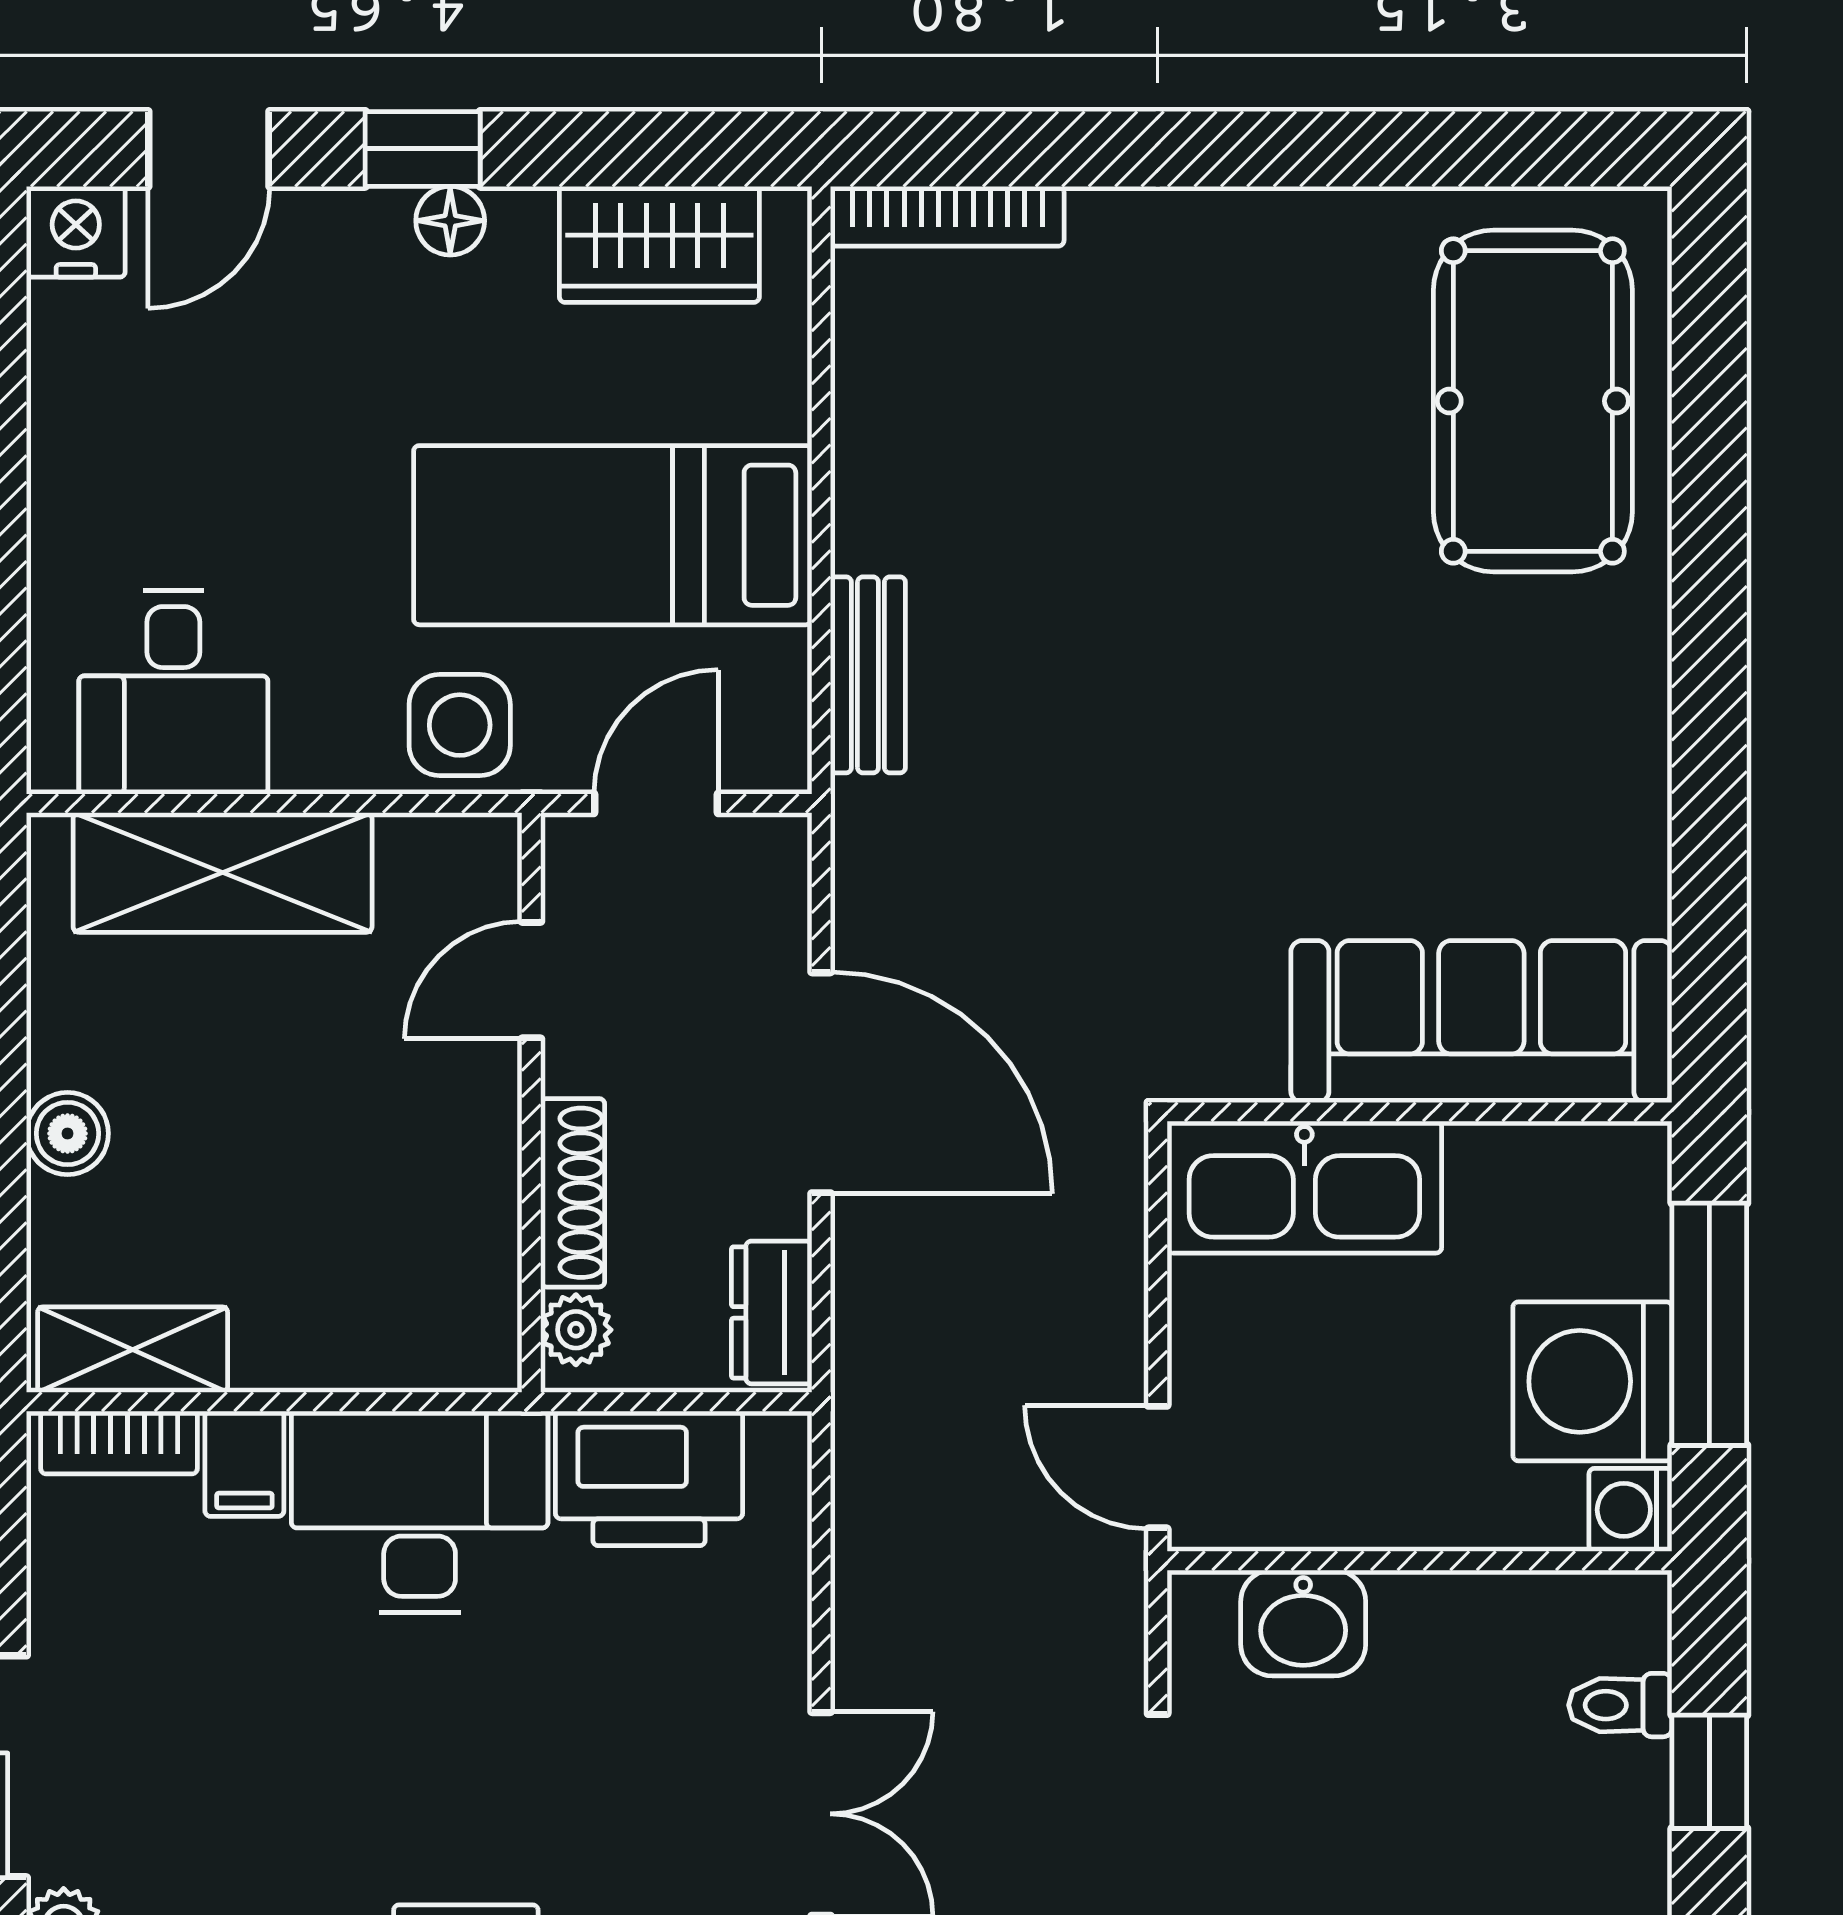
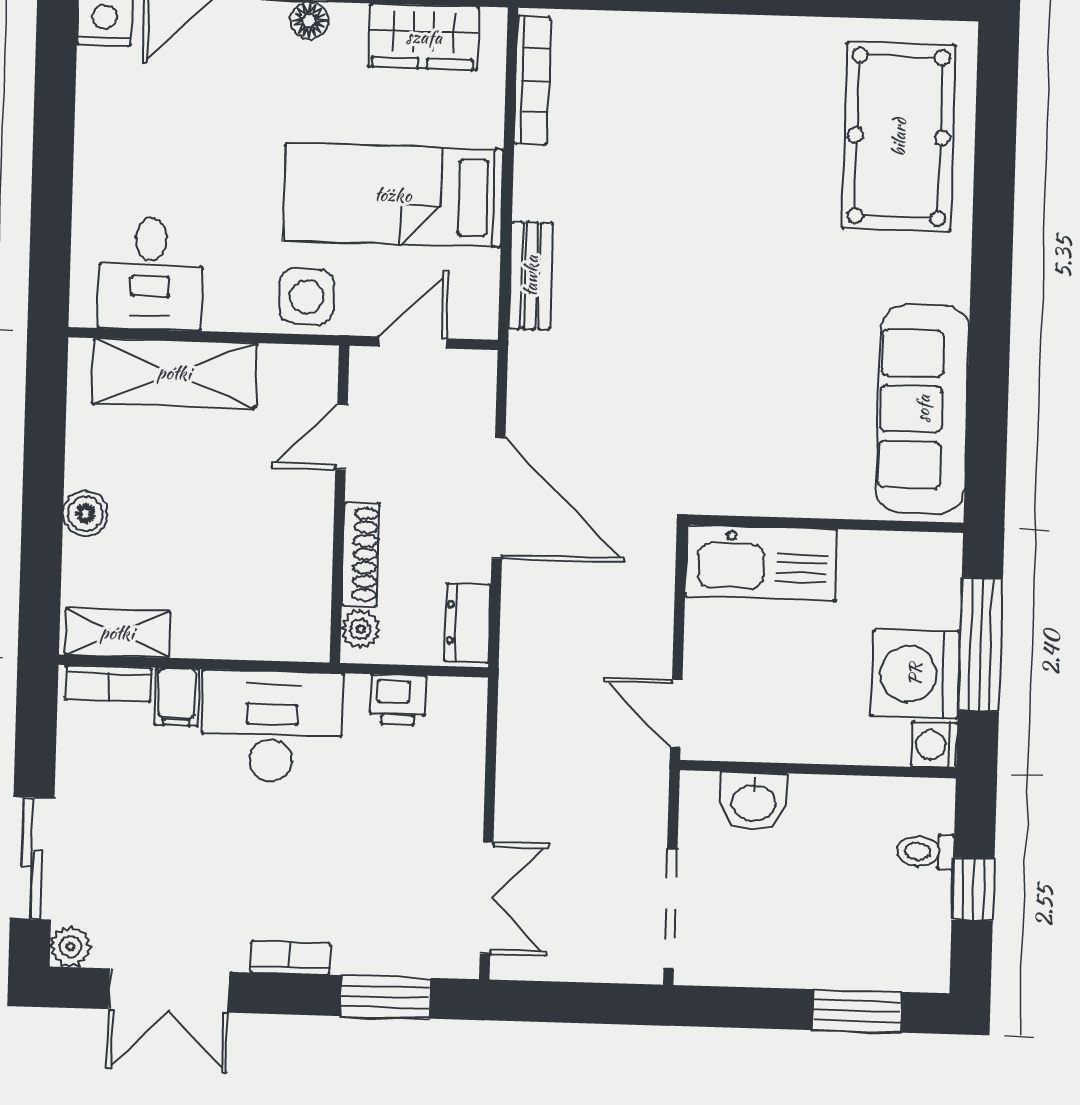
bookcase: (947, 216) -> (532, 81), moved, turned -90
sofa: (1481, 1022) -> (923, 409), moved, turned -90
printer: (649, 1478) -> (398, 700), width x0.53, depth x0.68

